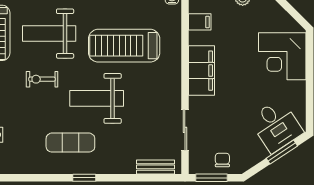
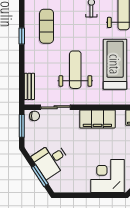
weight bench: (97, 98) -> (75, 70), moved
desk: (276, 126) -> (51, 160), moved
chair: (222, 160) -> (34, 116), moved

